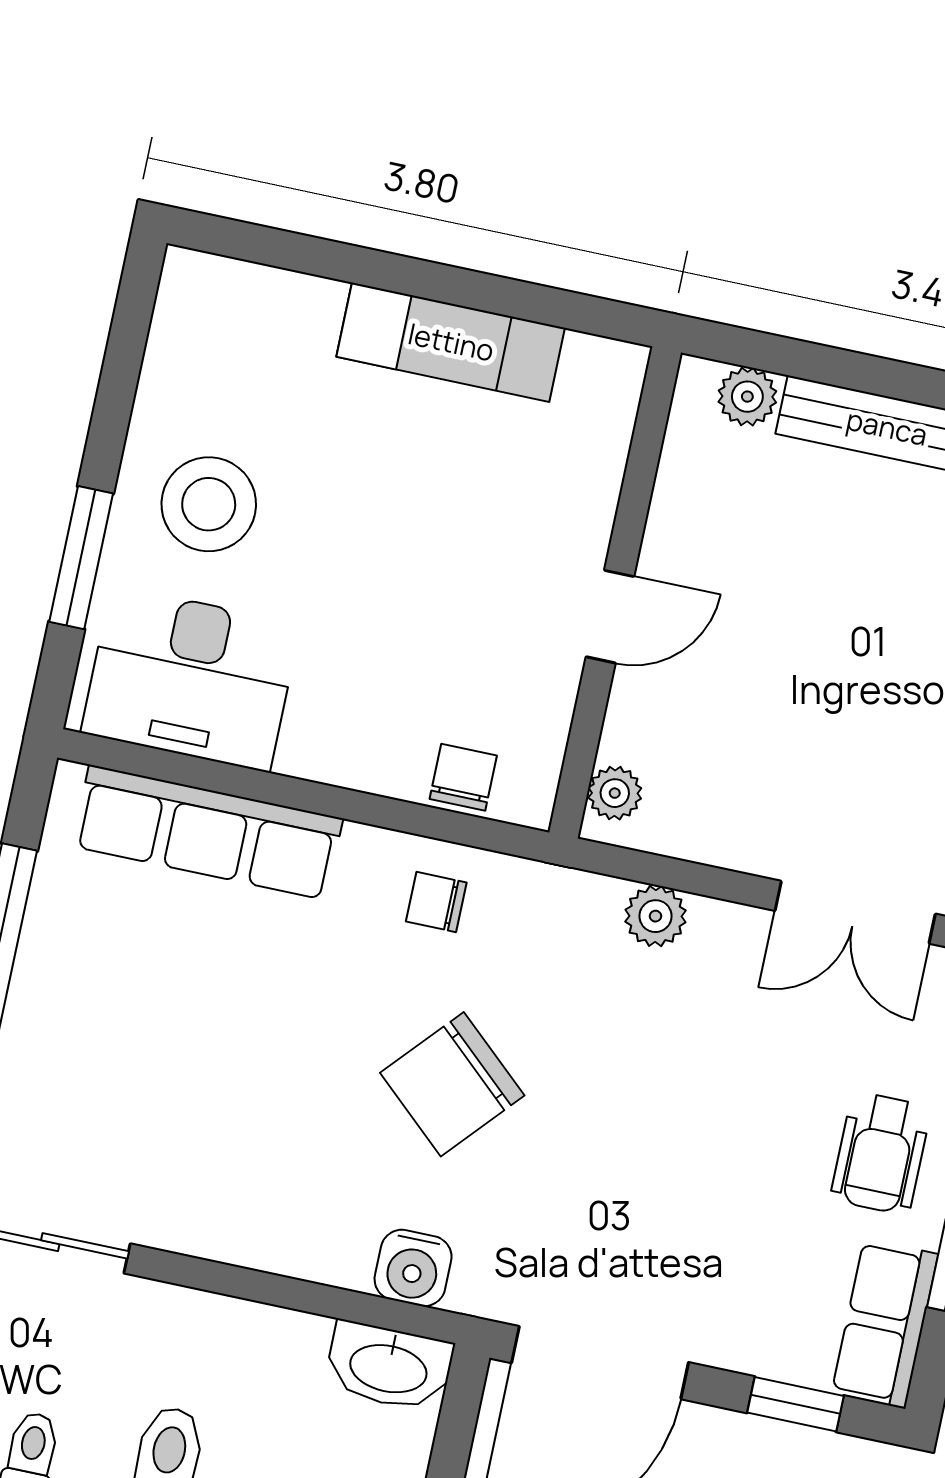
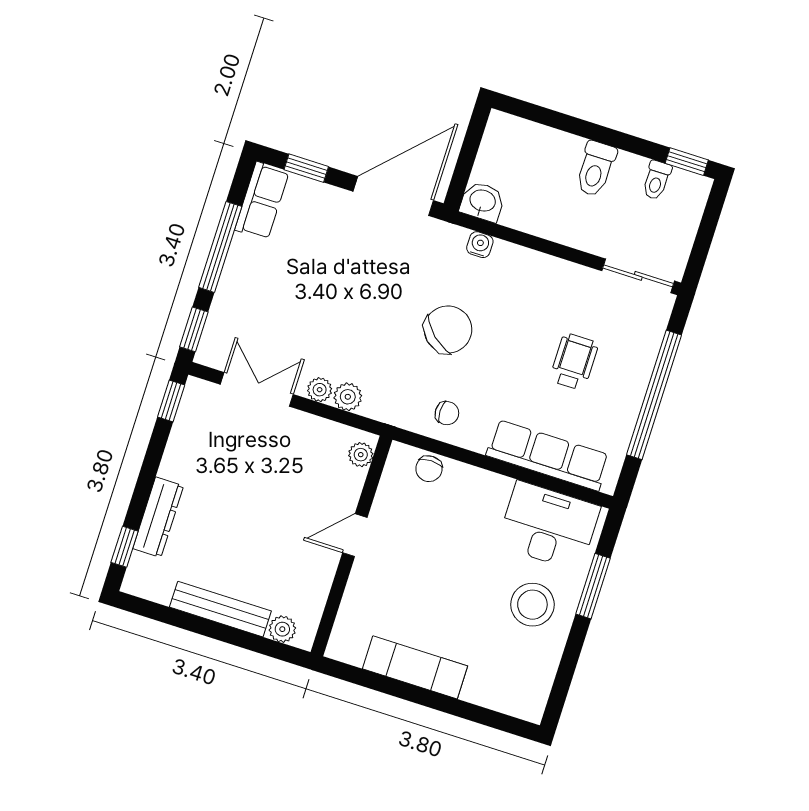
plant: (718, 925) -> (320, 390), added
wheelchair: (881, 1153) -> (574, 362), moved
water cooler: (413, 1268) -> (480, 245), width x0.72, depth x0.72
washbasin: (389, 1366) -> (482, 201), width x0.72

